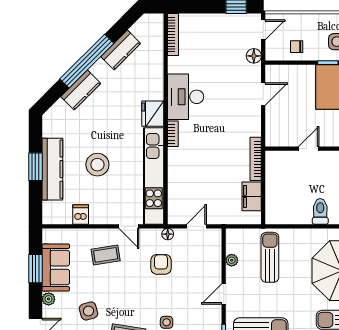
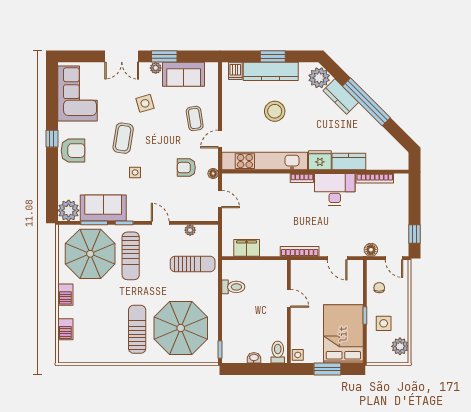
bookcase: (173, 35) -> (375, 178), moved
kitchen counter: (121, 50) -> (349, 162), moved, turned 135
plant: (60, 114) -> (319, 78), added
bookcase: (256, 159) -> (300, 251), moved
toilet: (320, 211) -> (233, 287), moved
dishwasher: (81, 214) -> (235, 71), moved, turned 90
armchair: (161, 264) -> (186, 168), turned 180
window: (35, 269) -> (164, 56), moved

